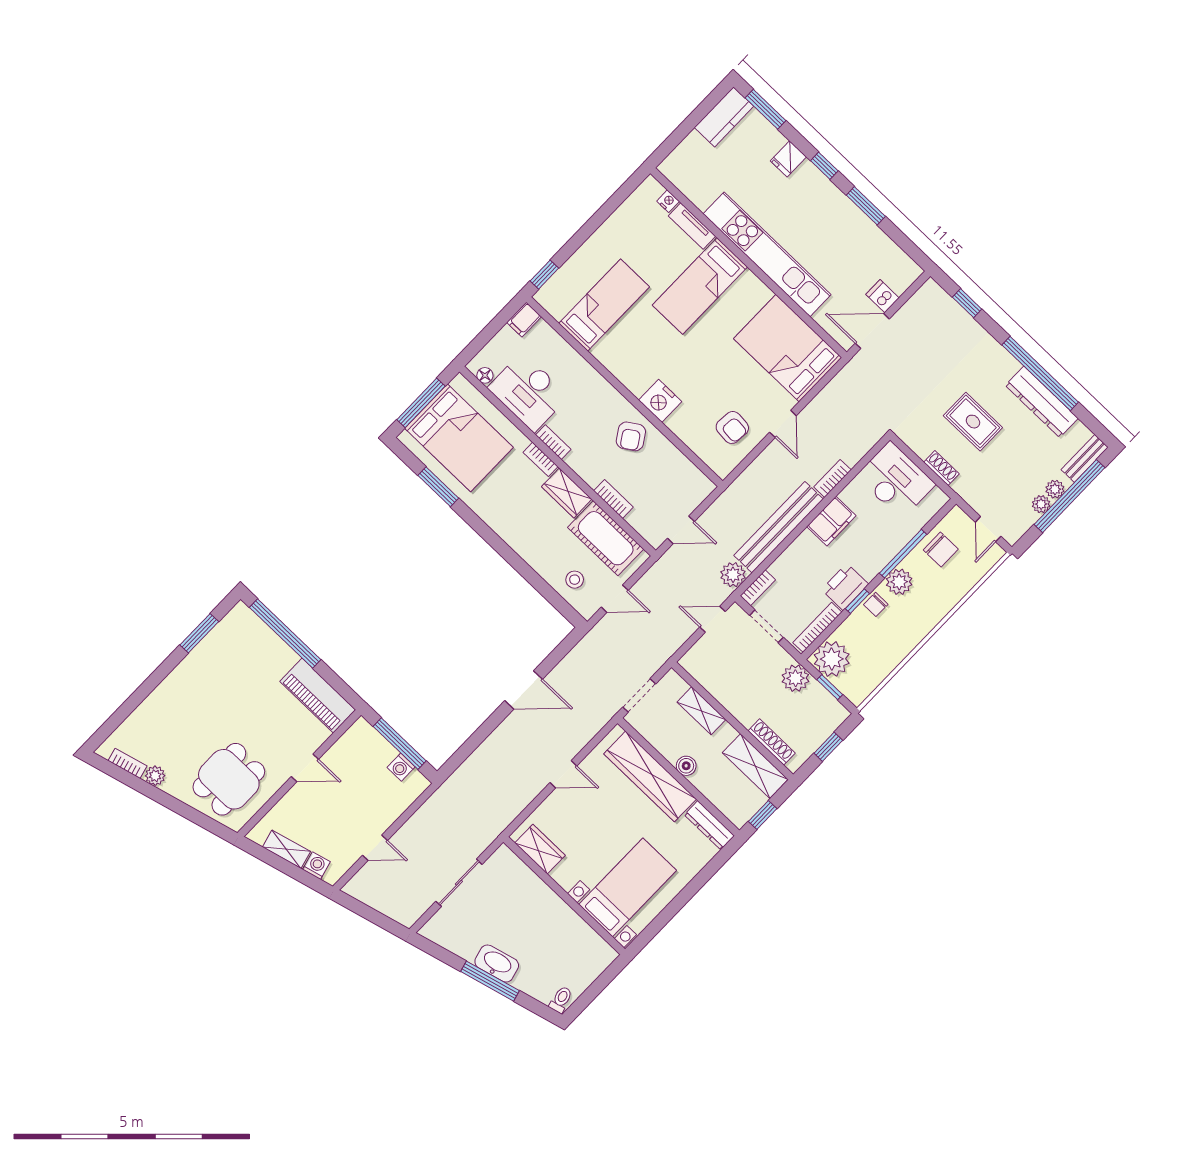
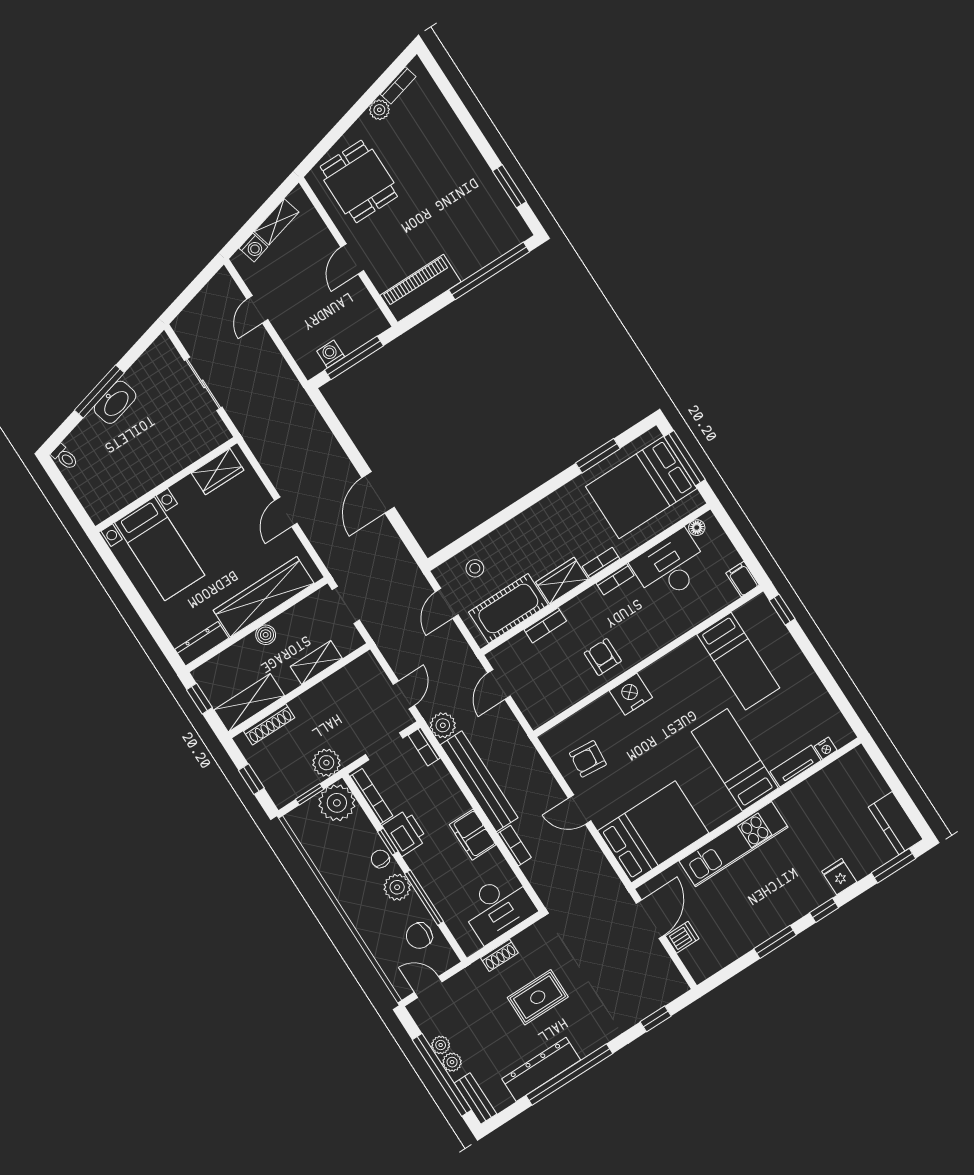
kitchen unit: (767, 254) -> (733, 844), width x0.73
armchair: (631, 436) -> (603, 657), turned 33

